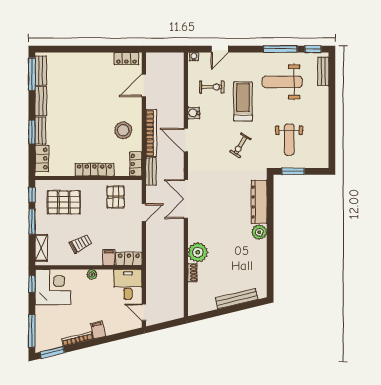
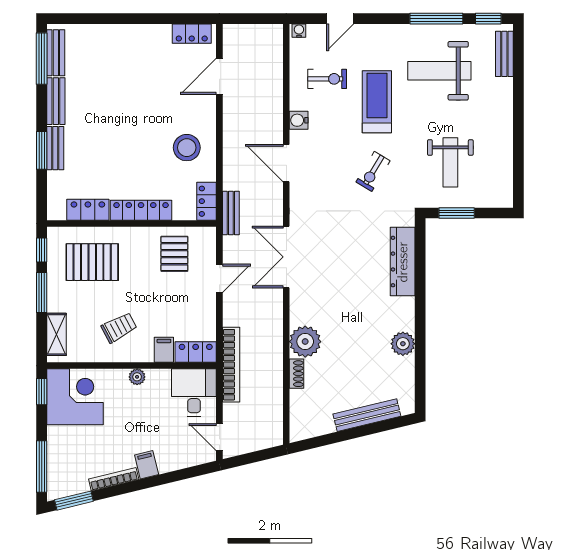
bookcase: (151, 133) -> (231, 365), moved
locker: (42, 159) -> (88, 210), moved, turned -90
plant: (259, 232) -> (403, 344), moved

